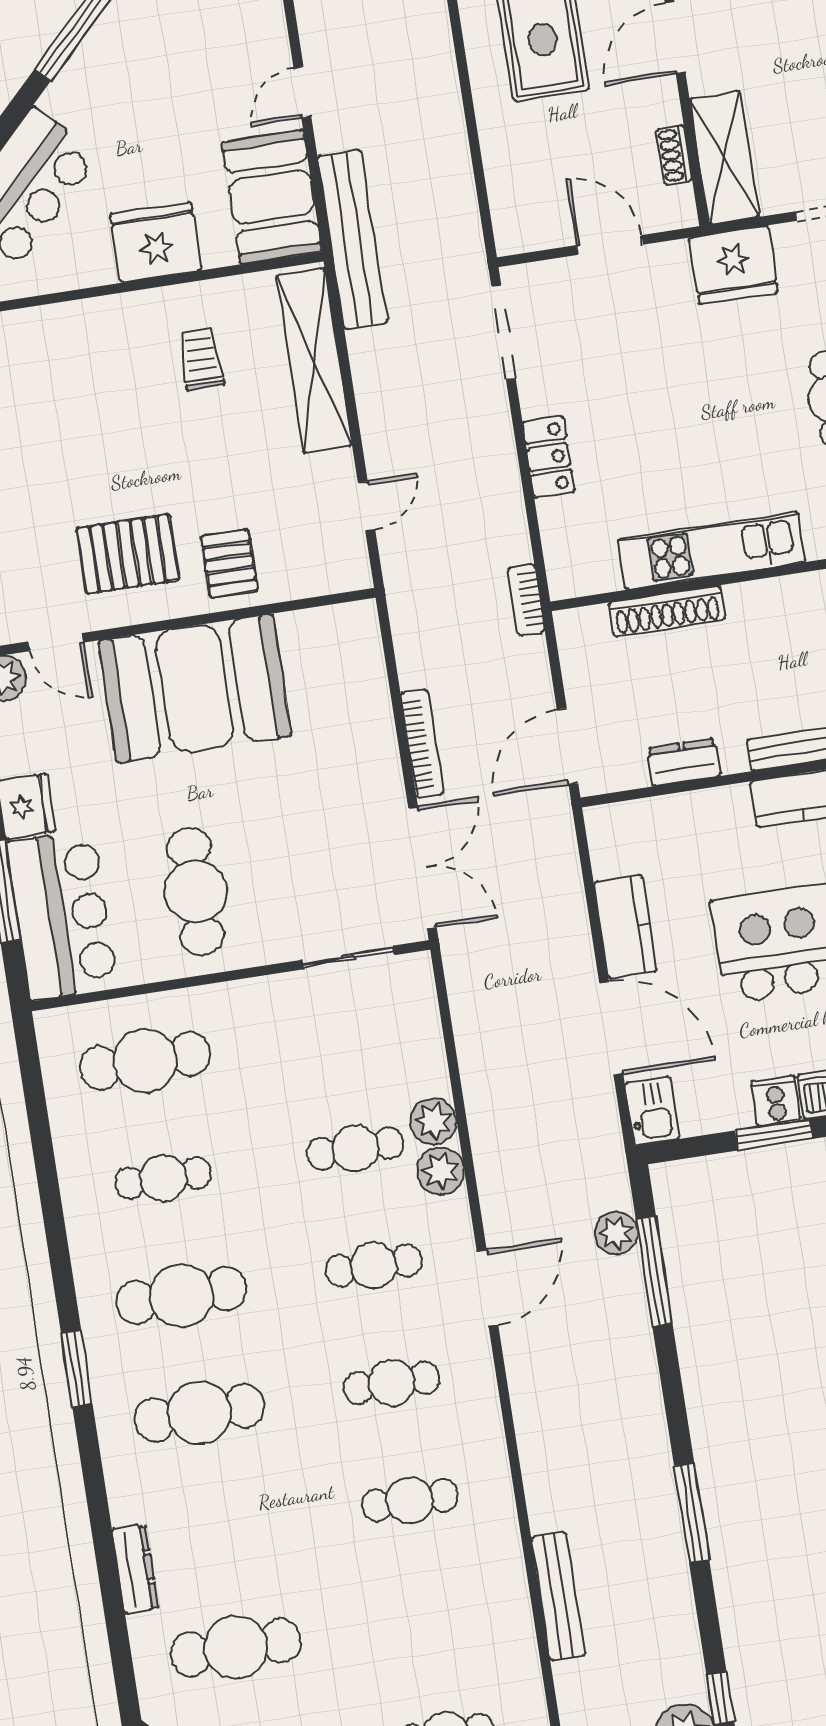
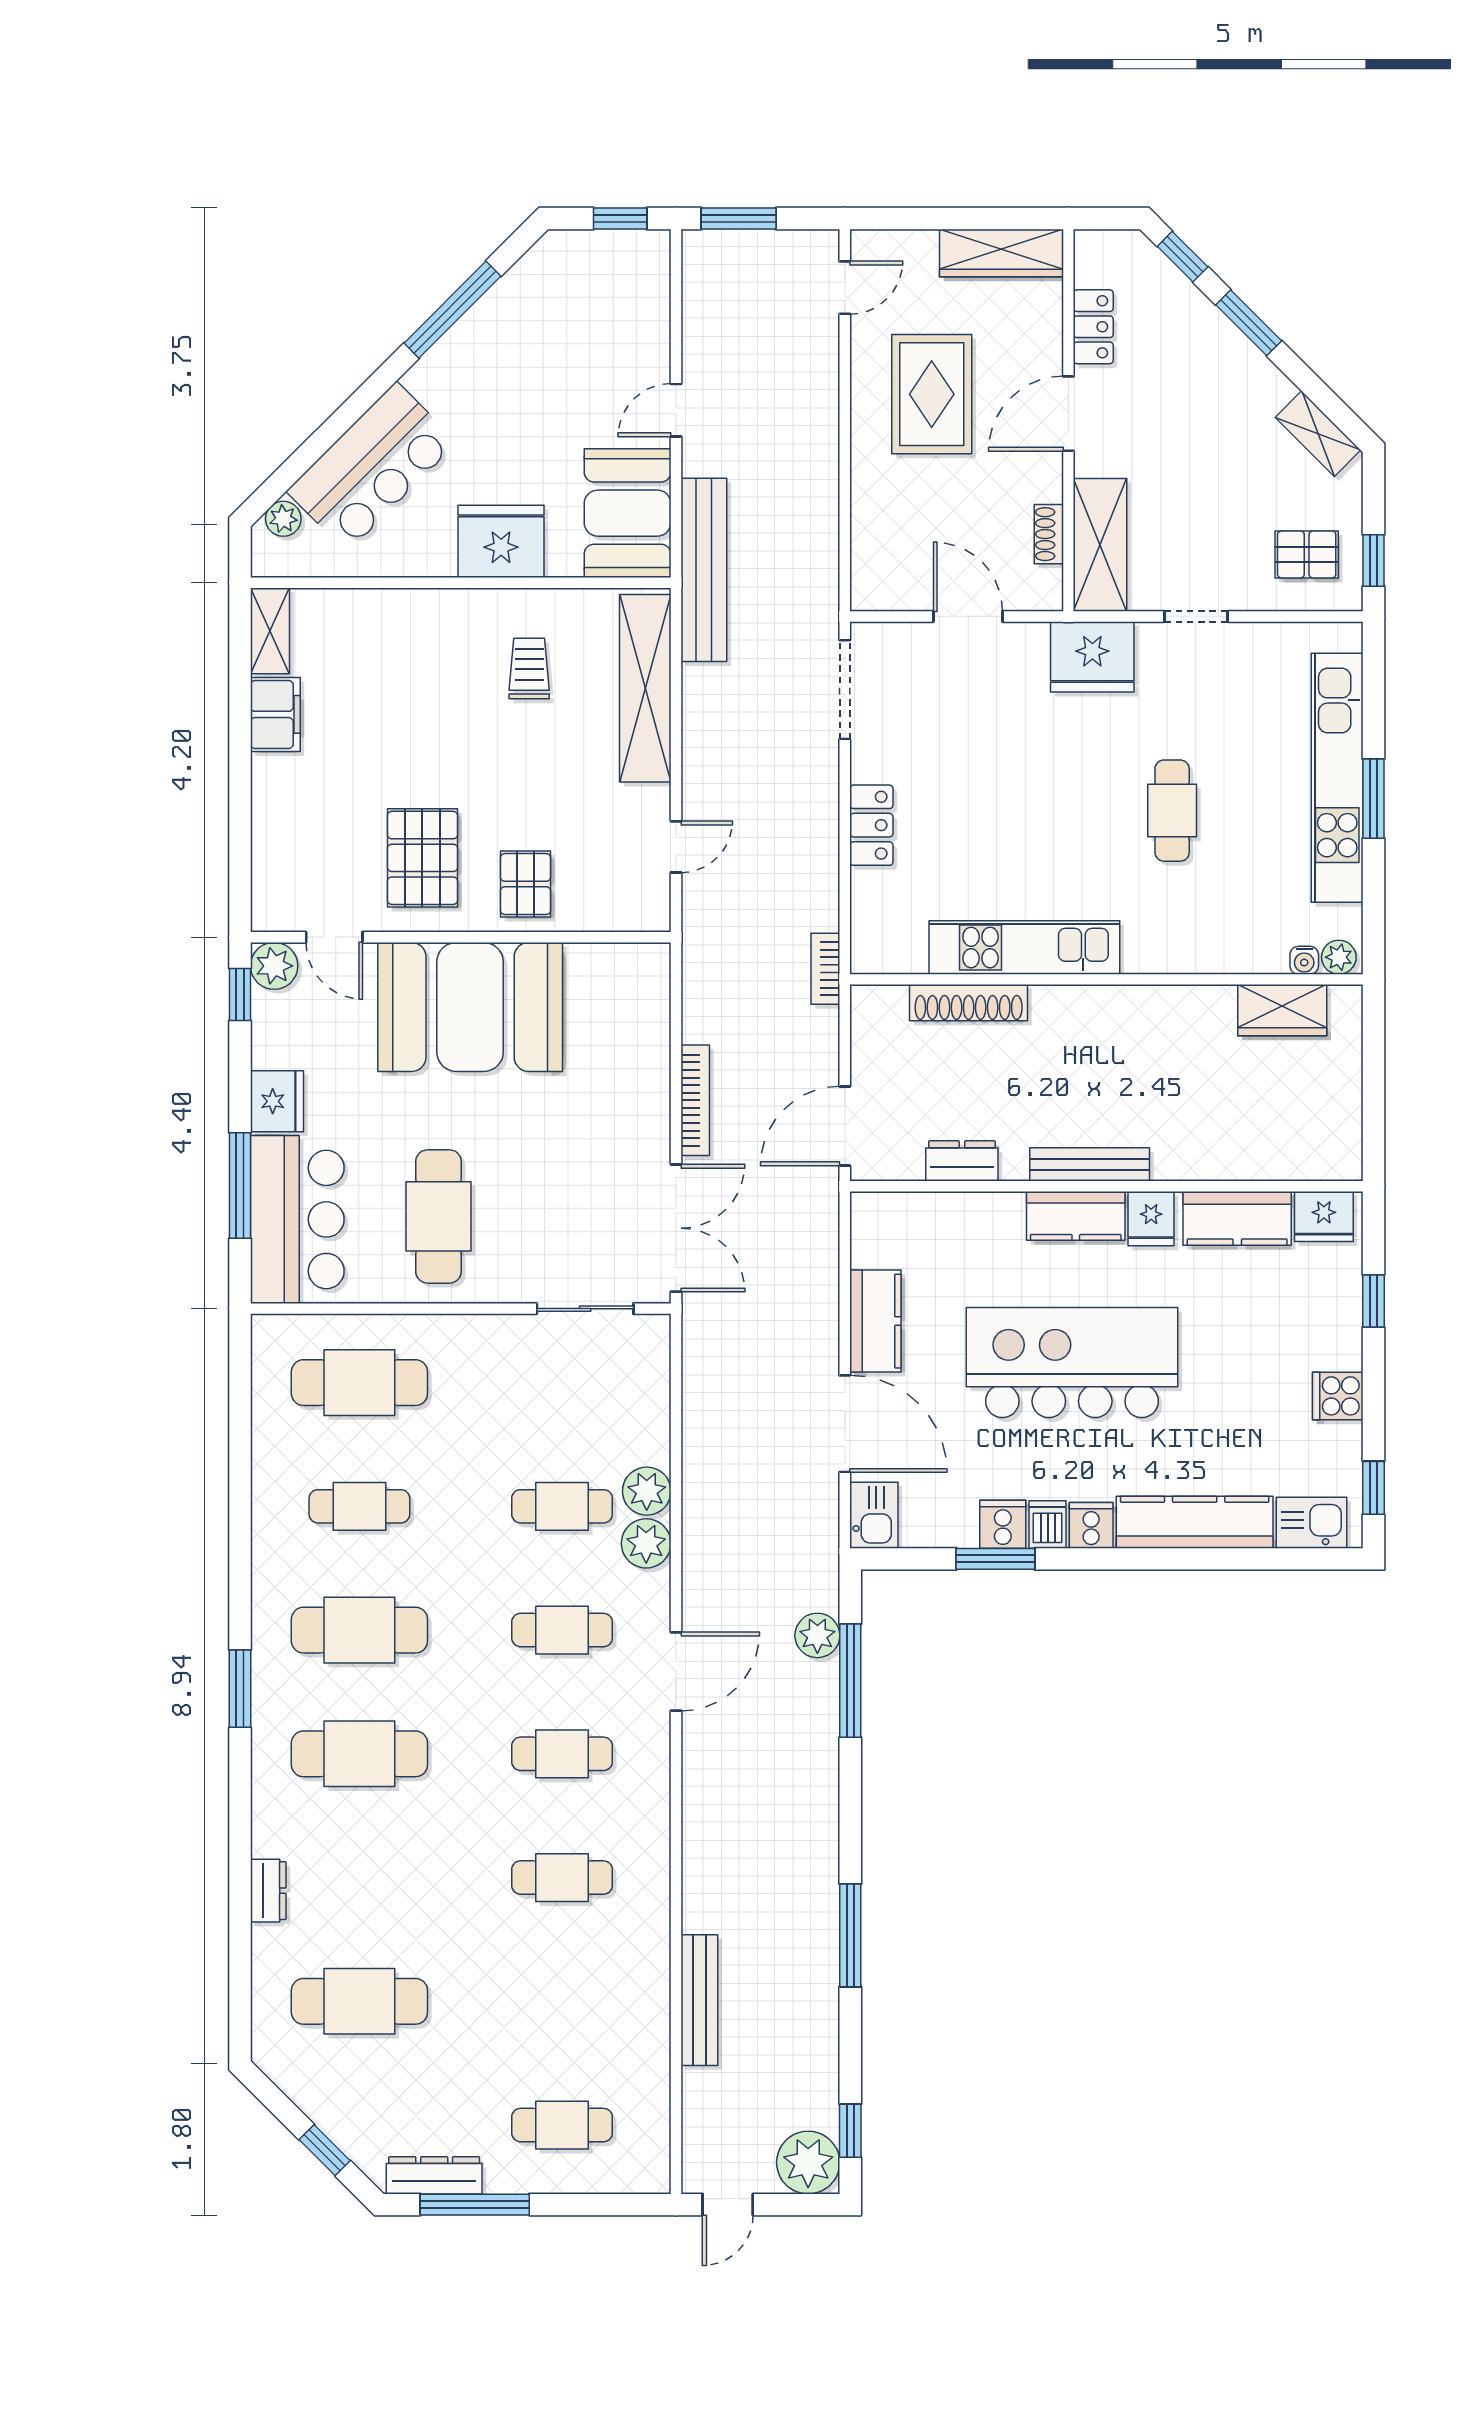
pallet: (128, 554) -> (422, 858), turned 90
dresser: (135, 1569) -> (268, 1891), width x0.70

